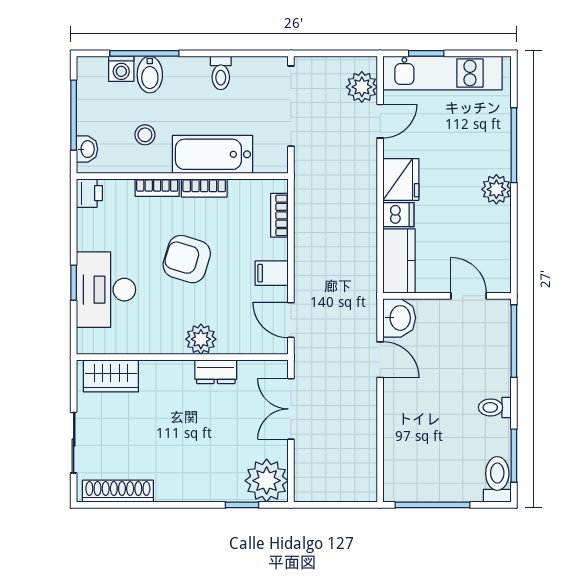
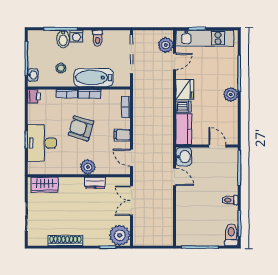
washing machine: (121, 69) -> (76, 36), moved
shoe rack: (118, 491) -> (65, 240), moved

